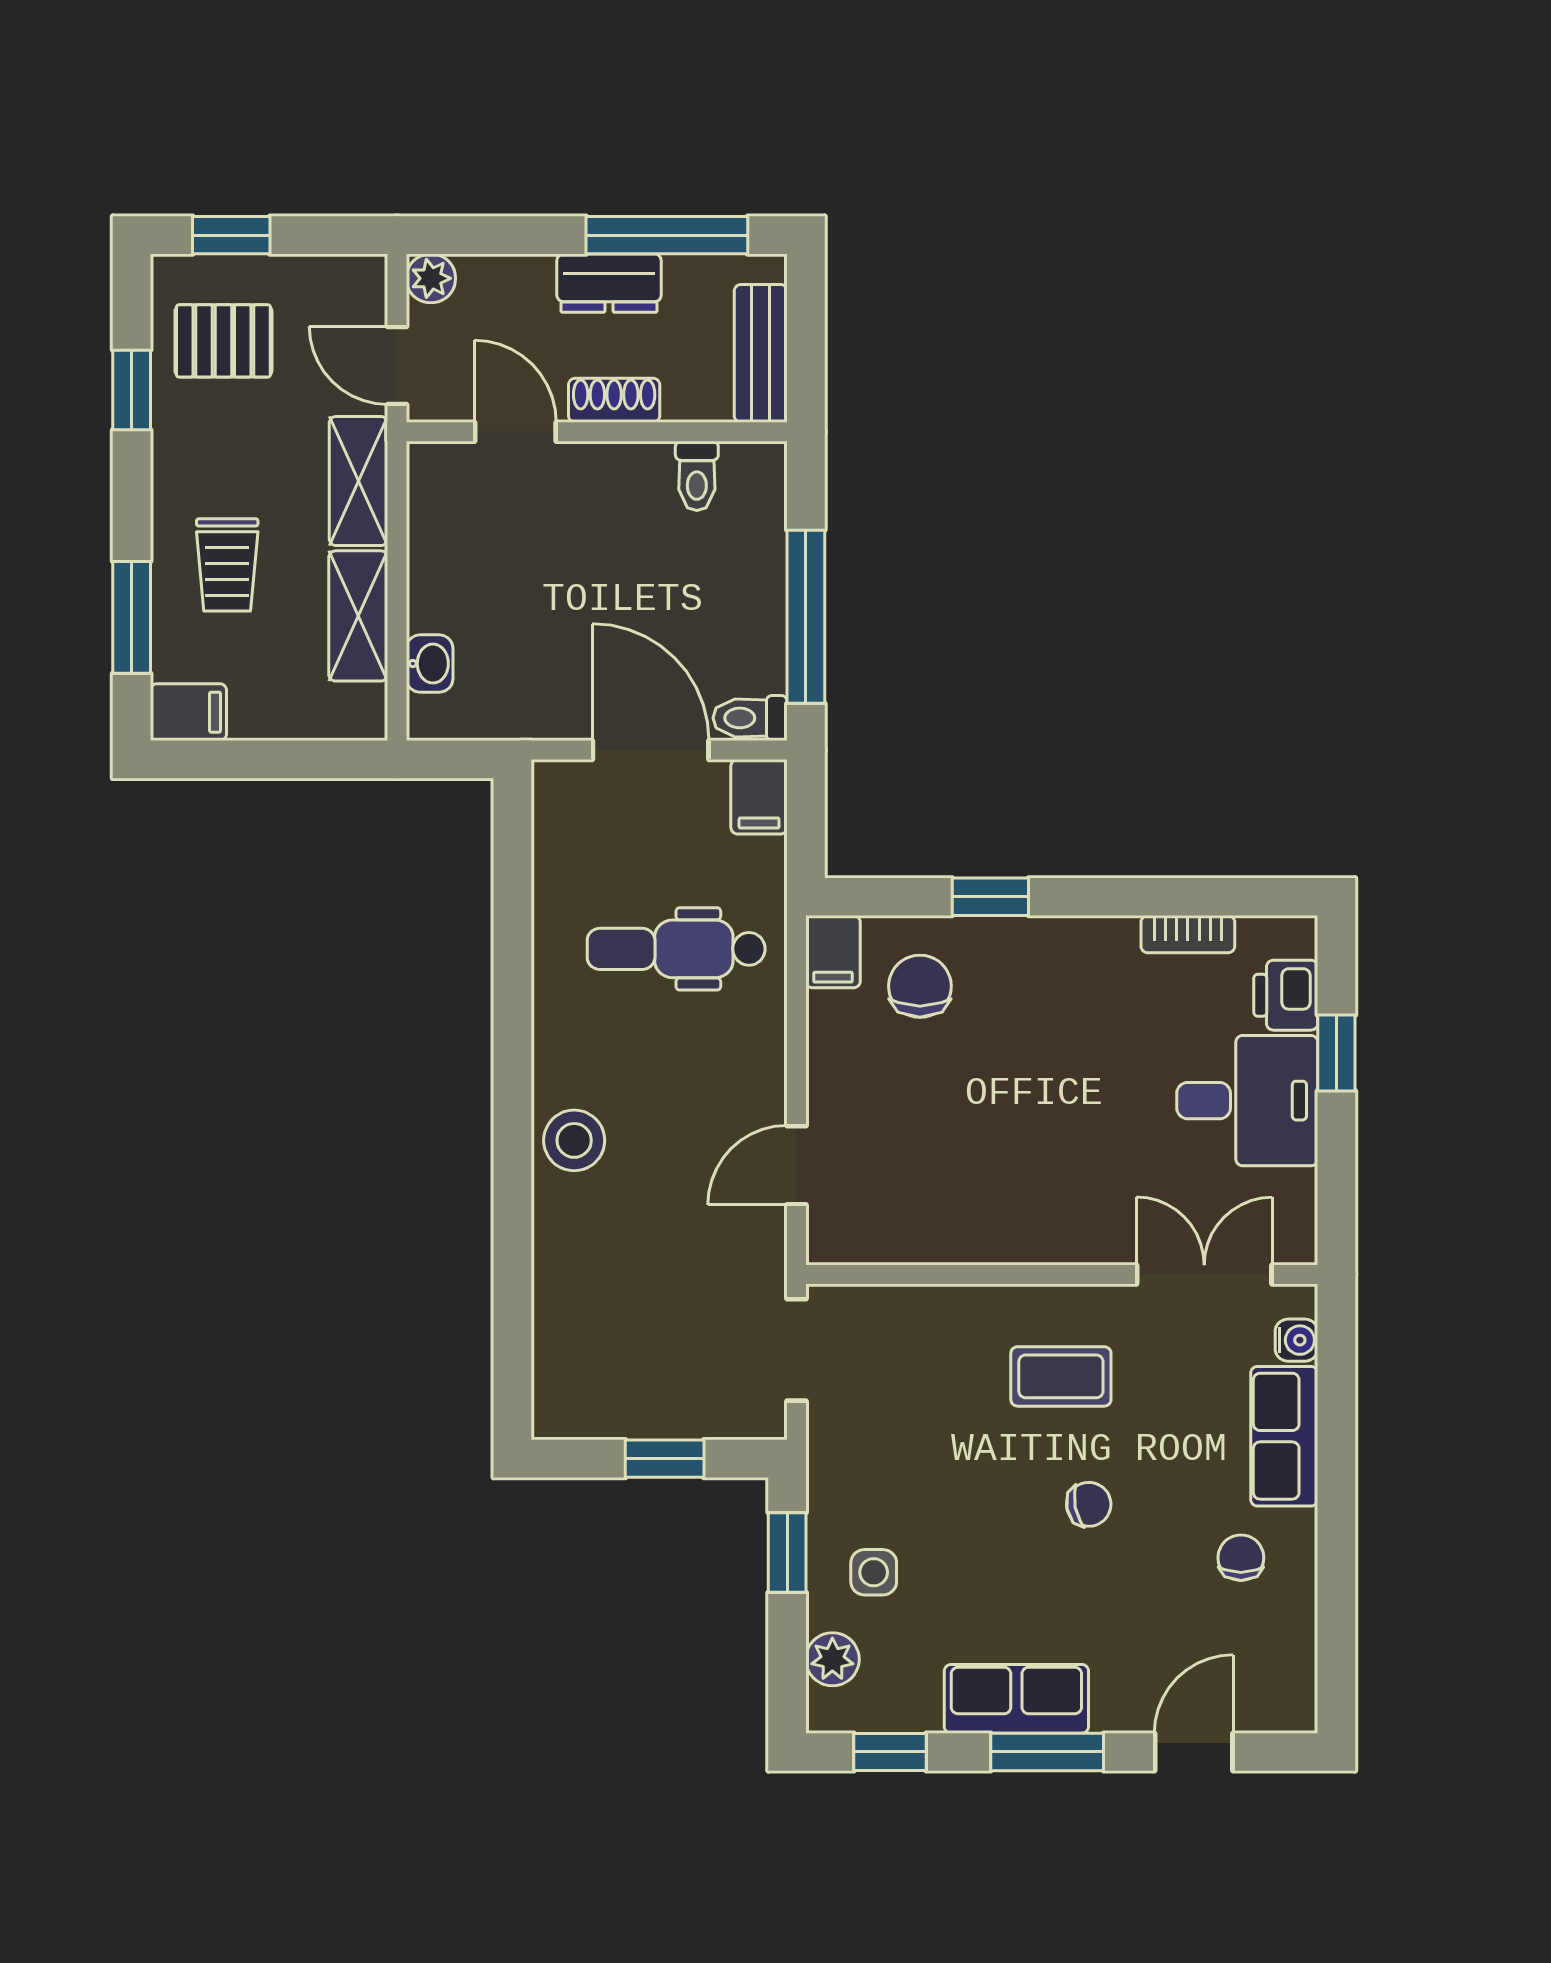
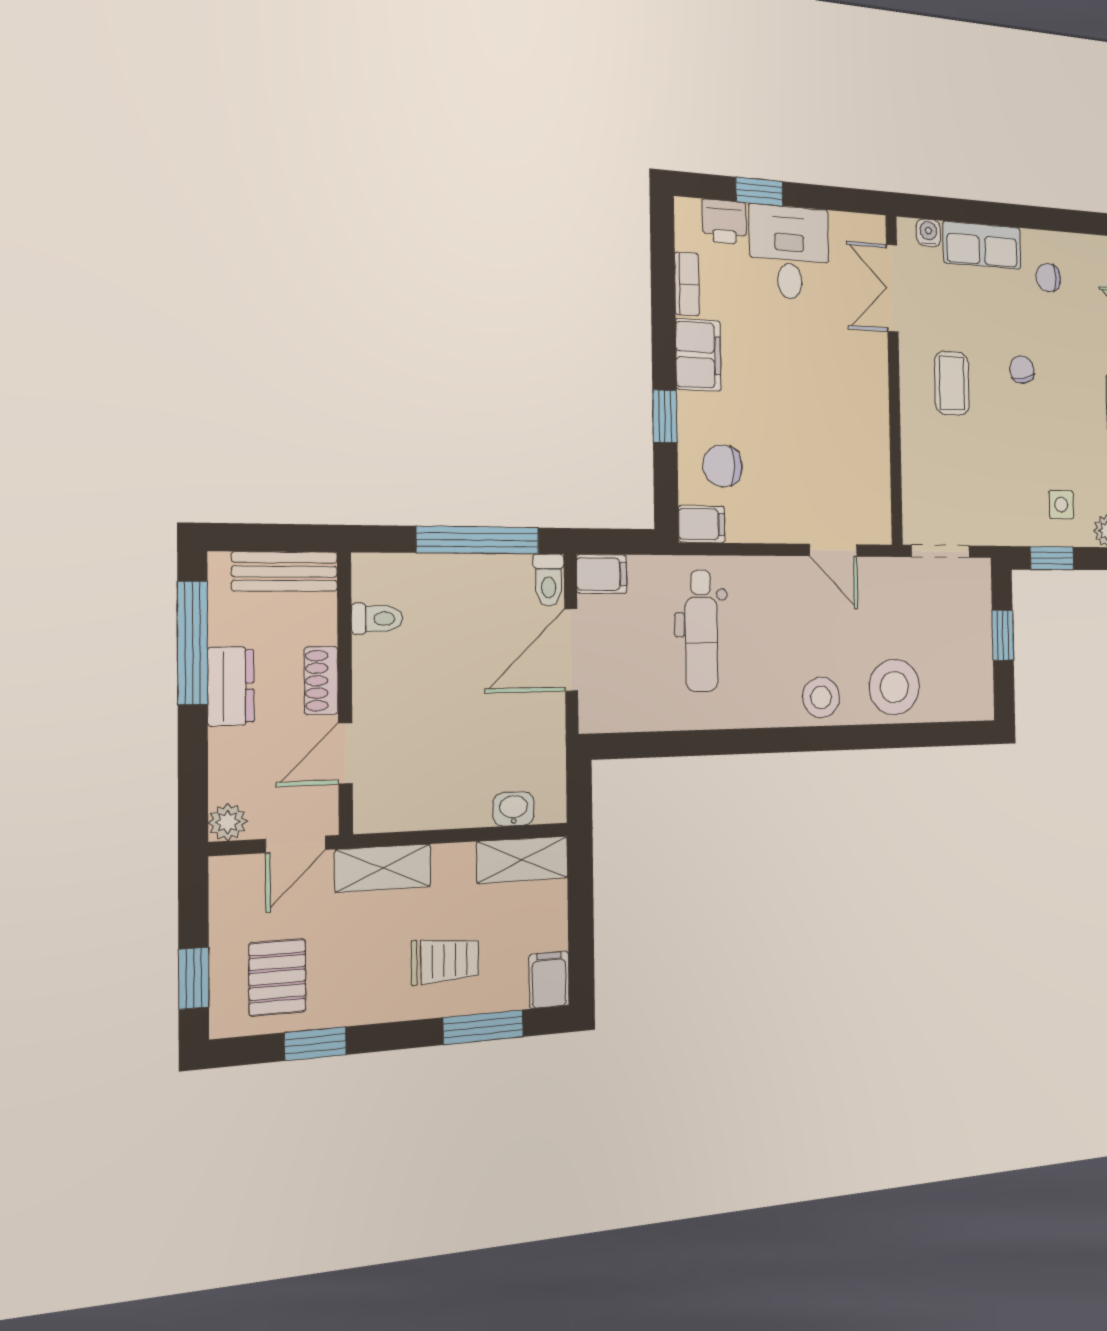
shelving: (358, 616) -> (522, 860), moved
filing cabinet: (1083, 951) -> (698, 355), added
stool: (587, 1265) -> (894, 687), added

